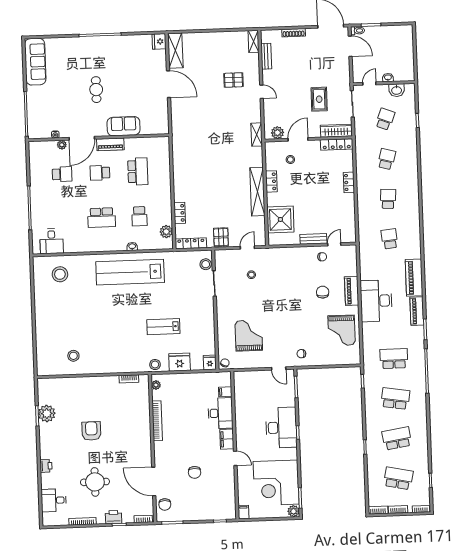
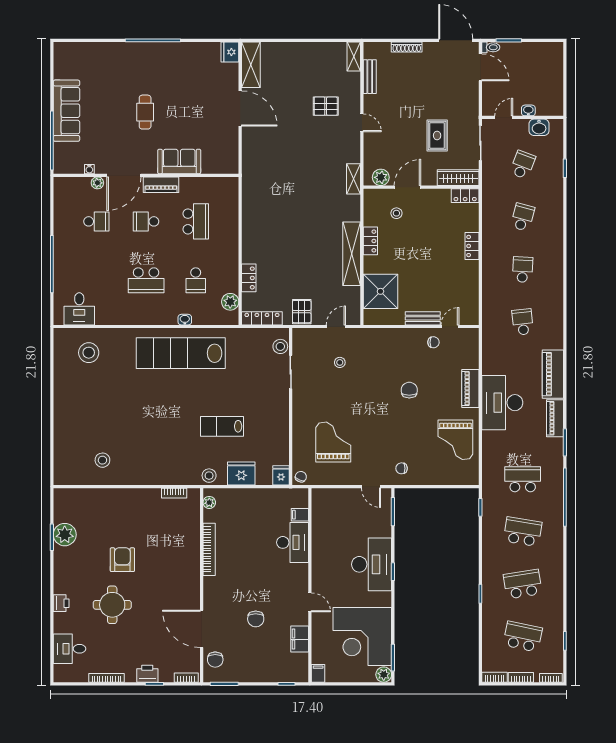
sofa: (35, 62) -> (66, 111), moved
locker: (337, 144) -> (465, 196), width x0.66
chair: (323, 292) -> (409, 390), moved
filing cabinet: (227, 439) -> (300, 639), moved
round table: (95, 482) -> (112, 605), moved

